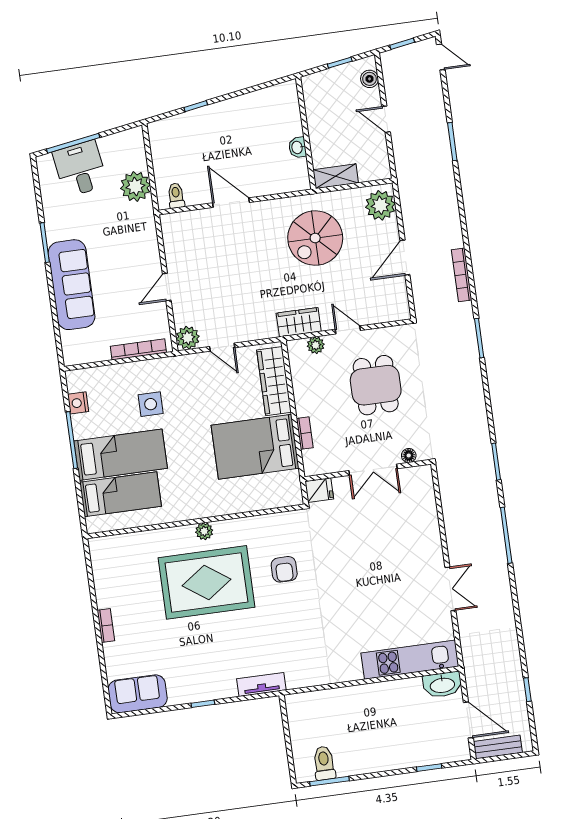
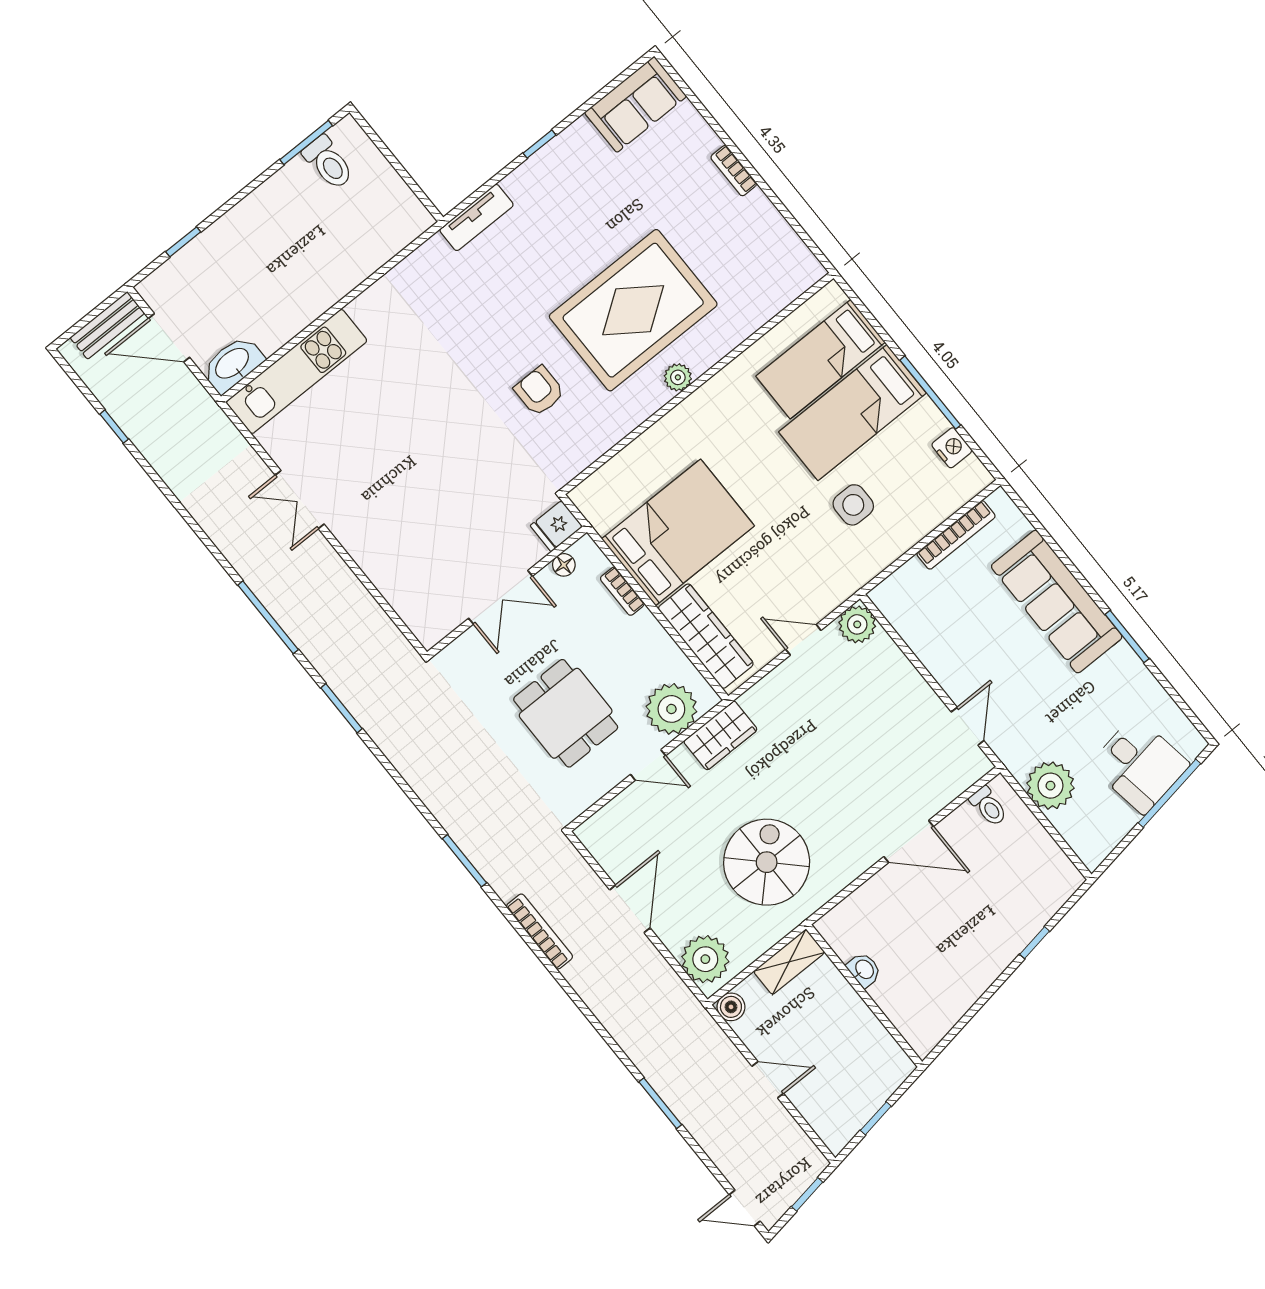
boiler: (369, 79) -> (731, 1007), moved
door: (167, 287) -> (968, 726), moved
plant: (316, 345) -> (671, 709), width x1.87, depth x1.87
bookcase: (138, 349) -> (956, 535), moved
floor lamp: (409, 455) -> (564, 565), moved
double door: (373, 470) -> (501, 597), swing flipped

